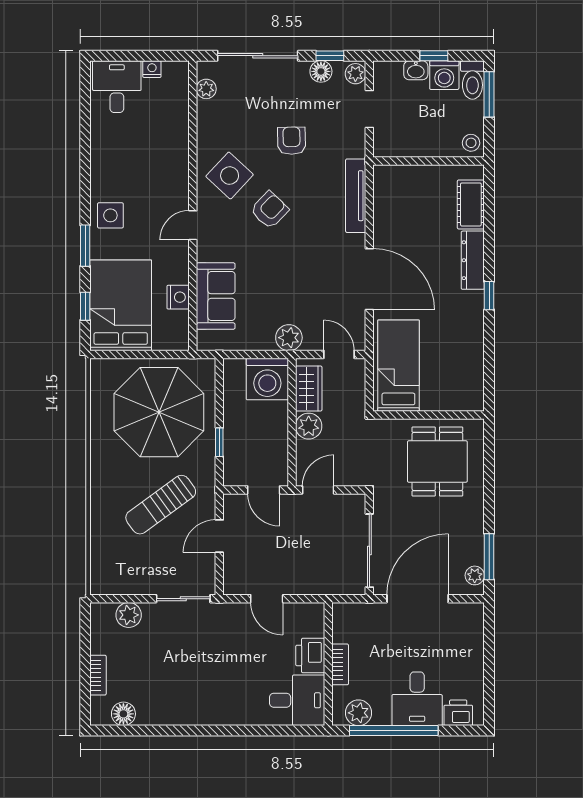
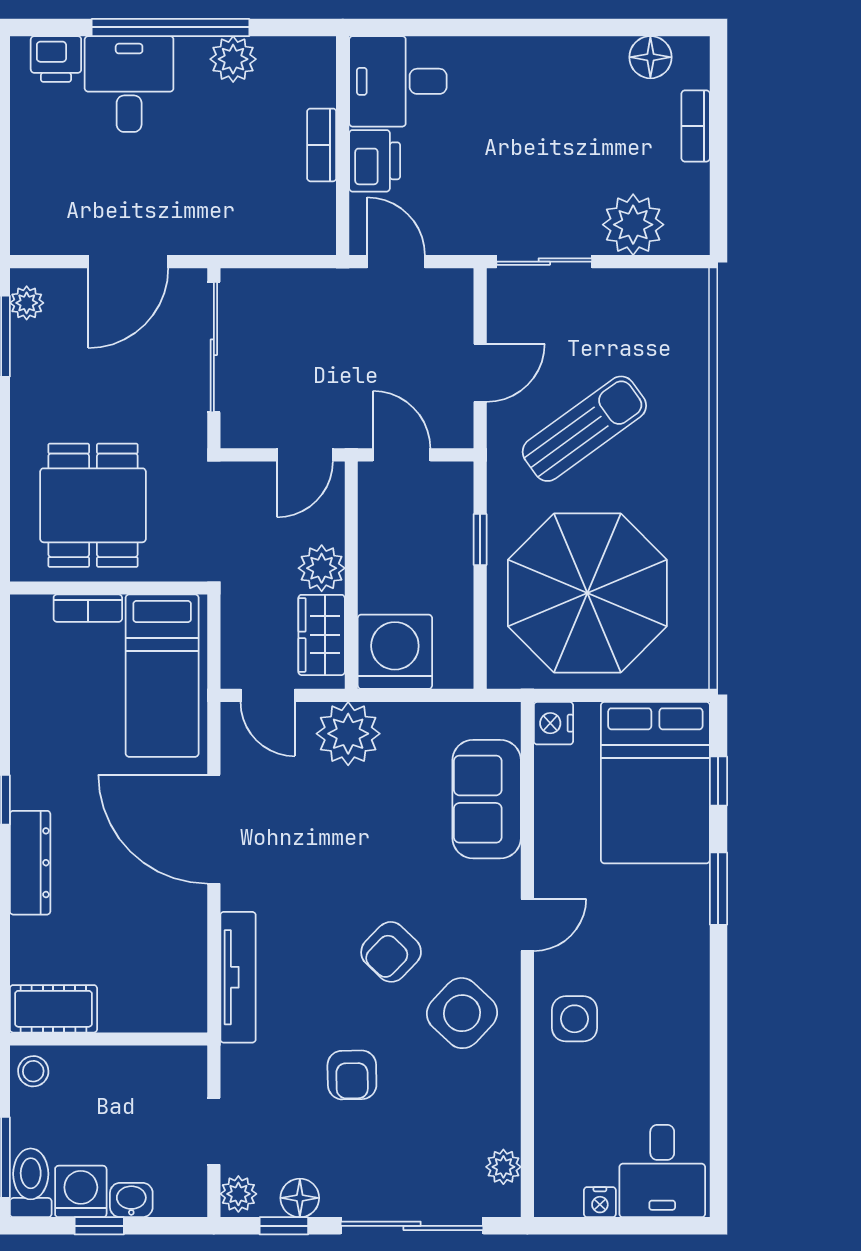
cot: (471, 204) -> (53, 1009), moved, turned 90
side table: (110, 215) -> (575, 1019), moved
nightstand: (178, 297) -> (553, 723), moved
plant: (289, 338) -> (348, 734), width x1.36, depth x1.36
bookcase: (440, 404) -> (88, 608), added
door: (418, 599) -> (128, 262), width x0.73
plant: (129, 615) -> (633, 225), width x1.36, depth x1.36
printer: (310, 655) -> (375, 161), moved
wall: (328, 664) -> (343, 146), moved
bookcase: (340, 664) -> (322, 145), moved
desk: (297, 700) -> (398, 81), moved

